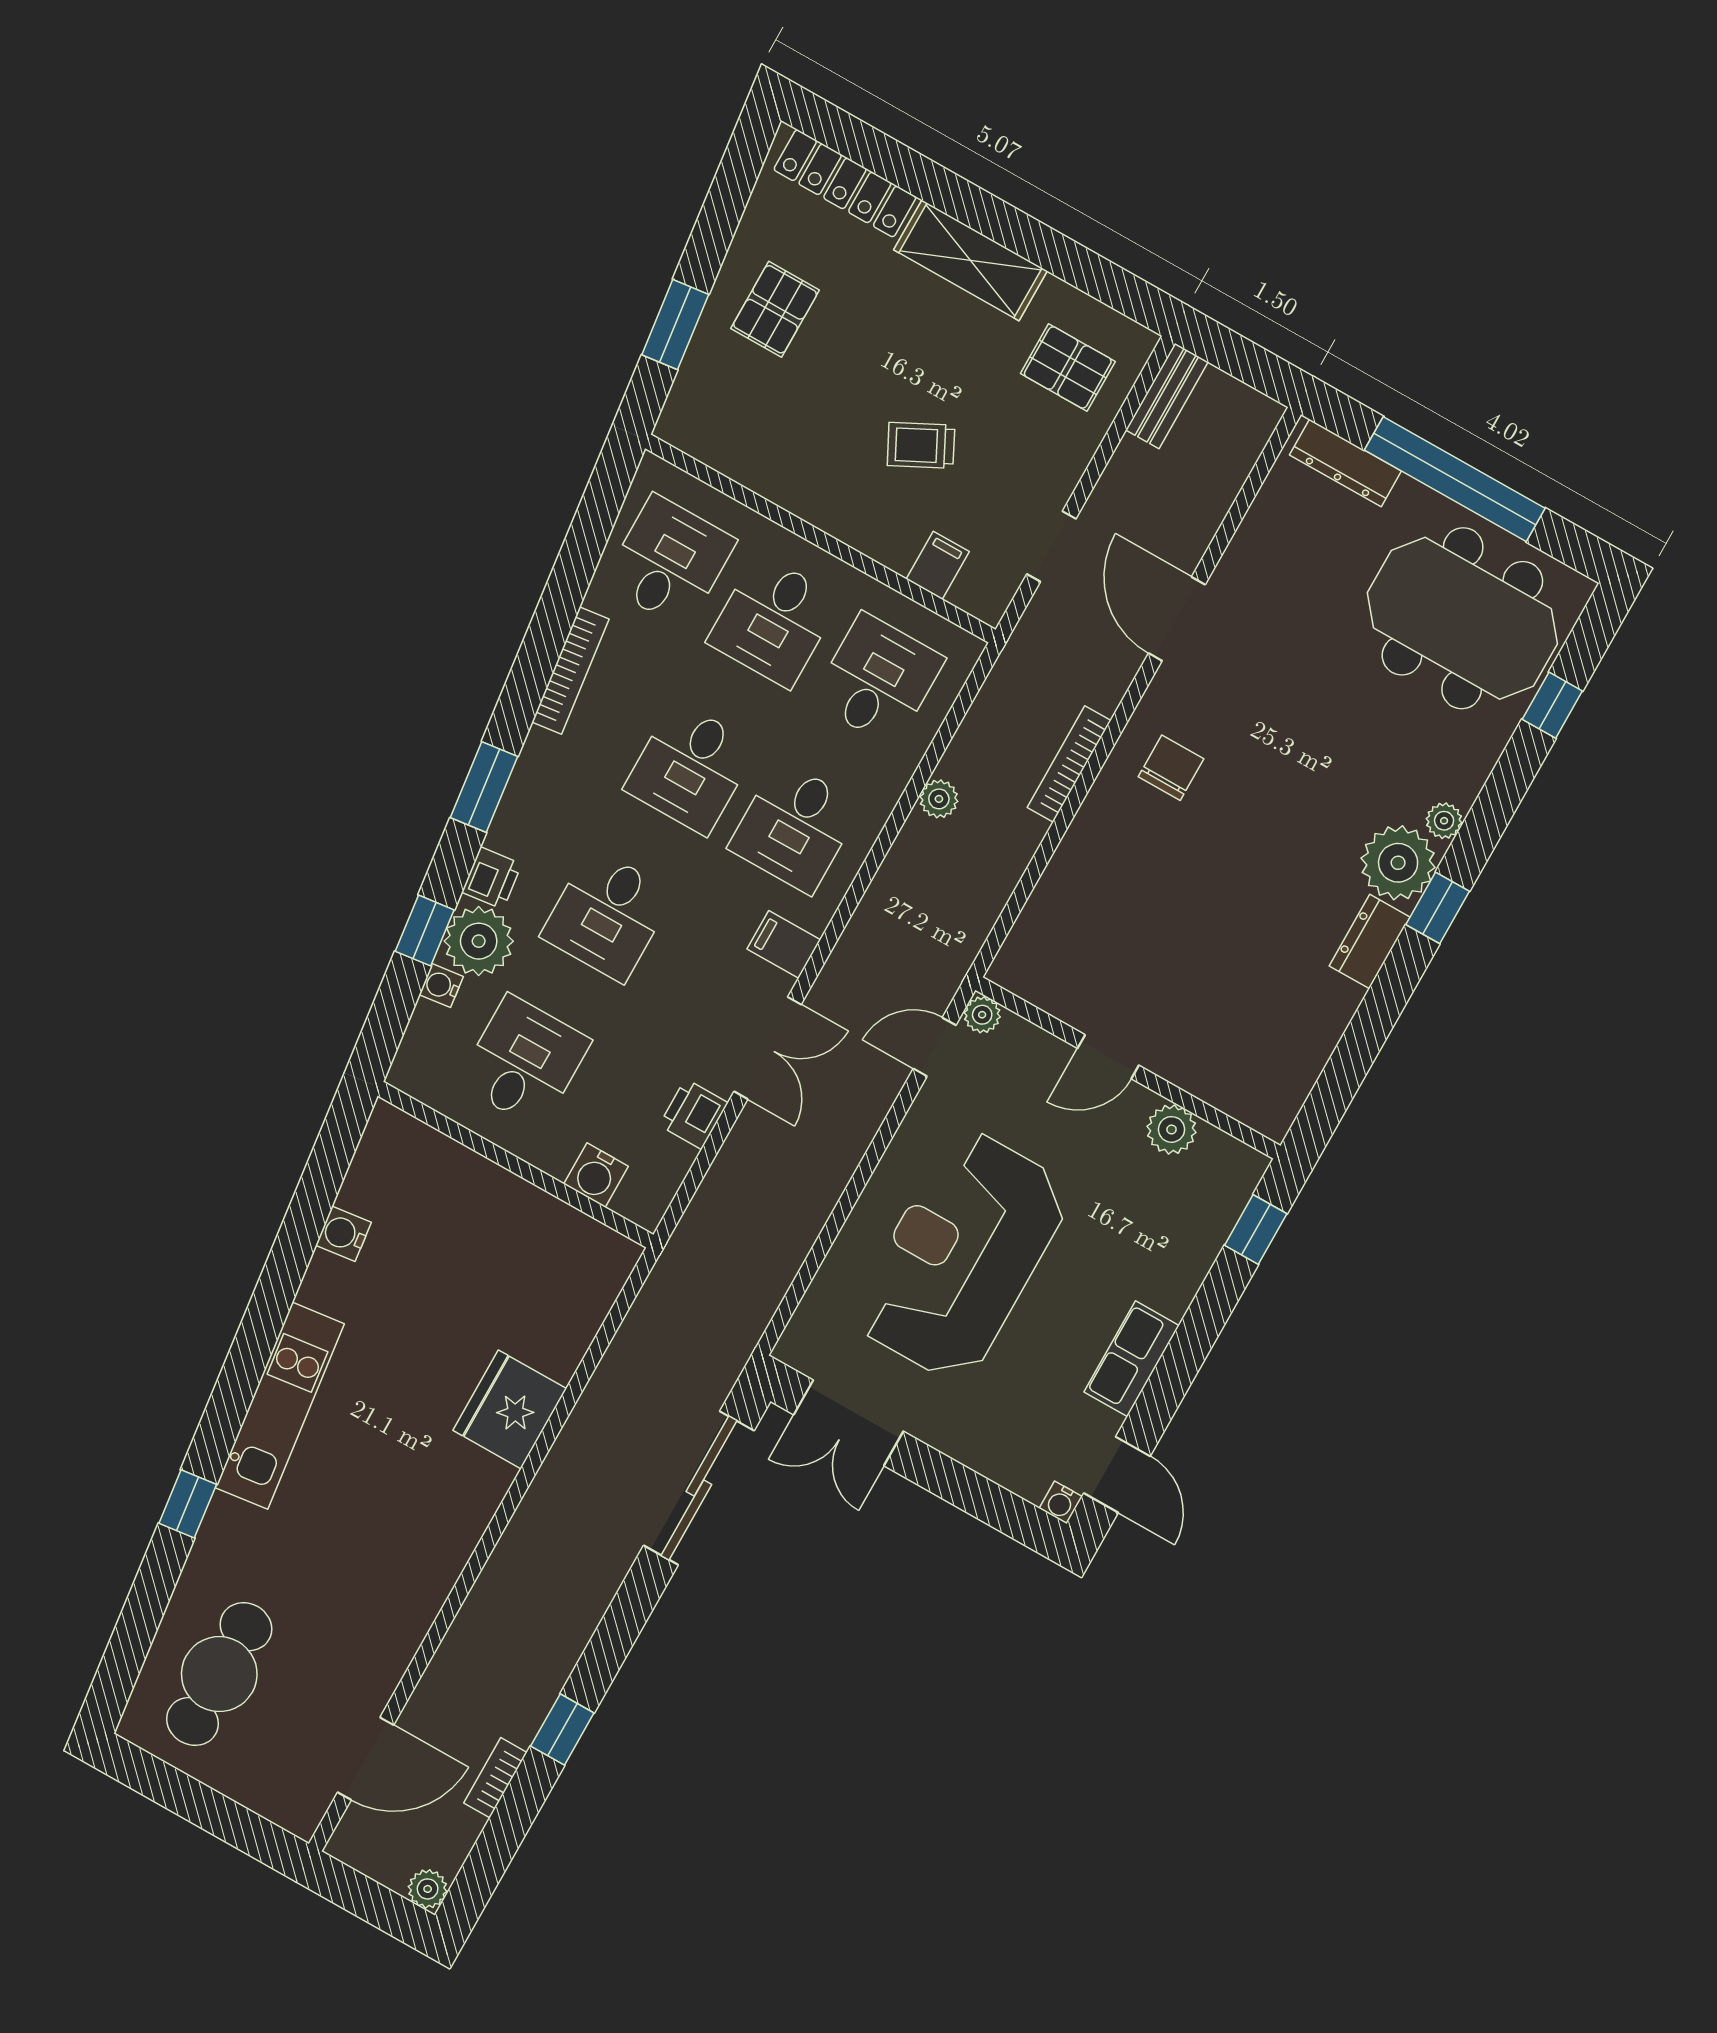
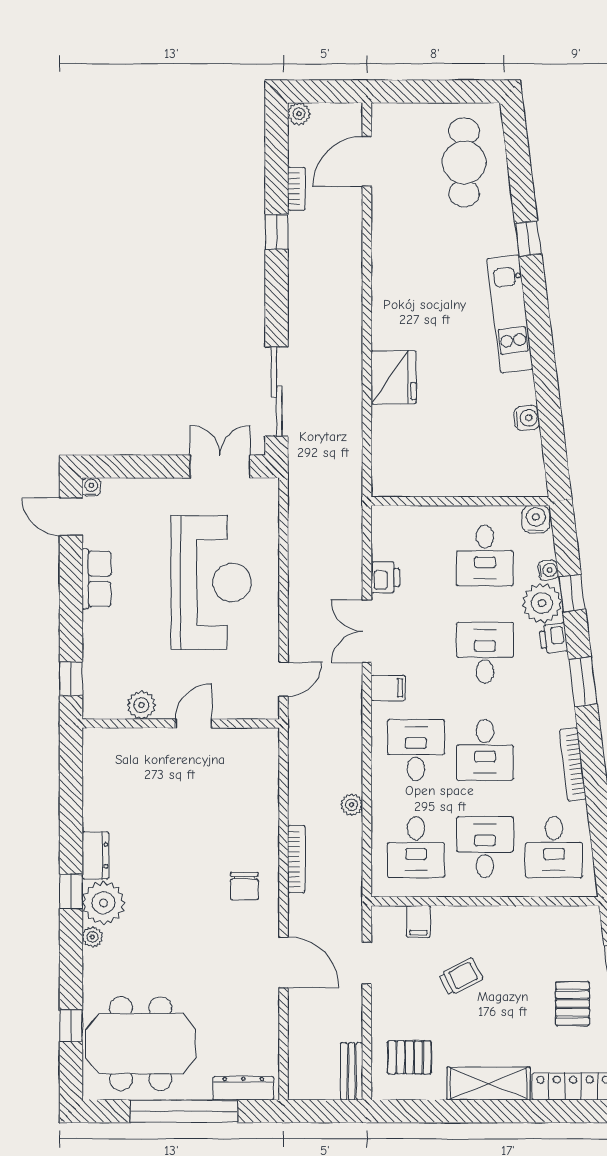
desk: (691, 768) -> (485, 750), turned 180
plant: (982, 1015) -> (269, 709), removed
water cooler: (596, 1175) -> (536, 519), moved

